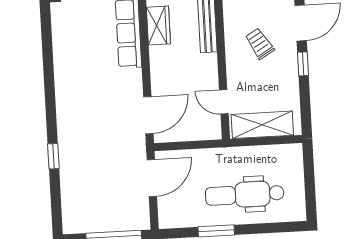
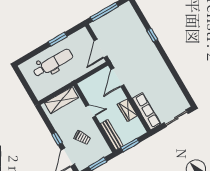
wardrobe: (158, 26) -> (127, 110), moved
door: (224, 102) -> (91, 111), moved

